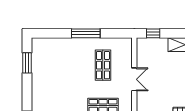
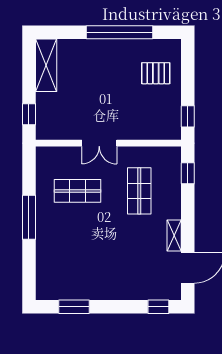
double door: (134, 79) -> (99, 143), swing flipped

